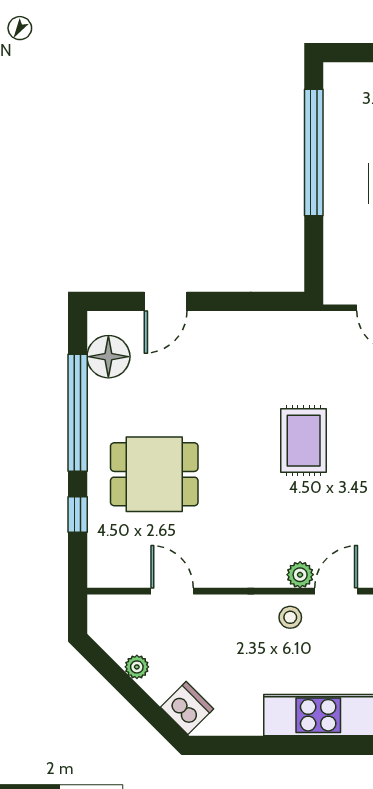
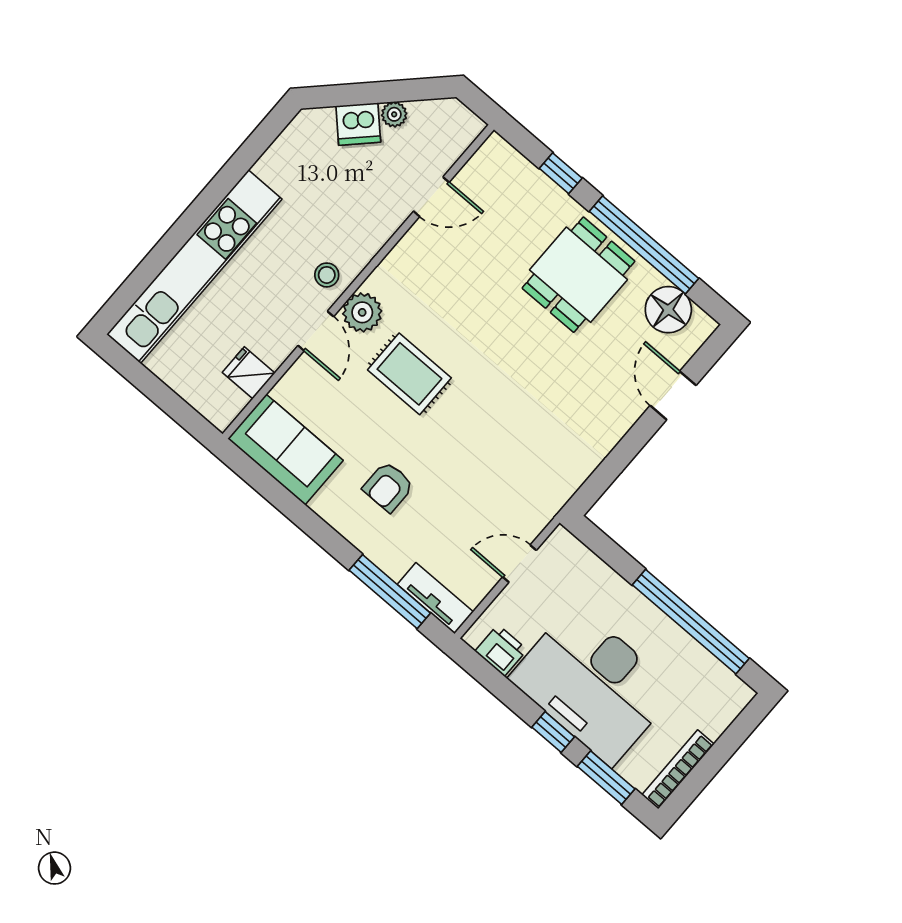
rug: (304, 441) -> (409, 374), moved
dining table: (154, 474) -> (579, 275), moved
plant: (300, 575) -> (362, 312), width x1.38, depth x1.38
dishwasher: (187, 708) -> (358, 124), moved

